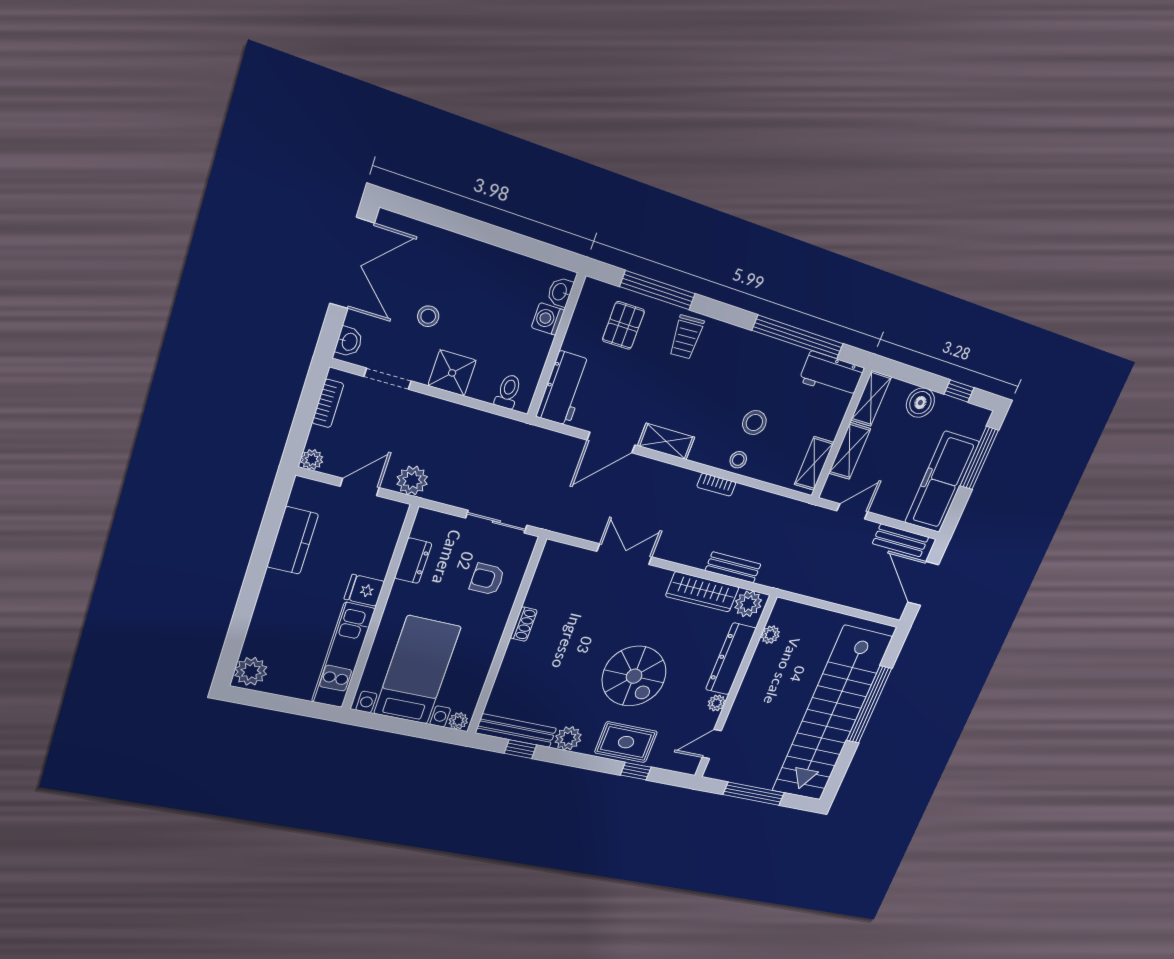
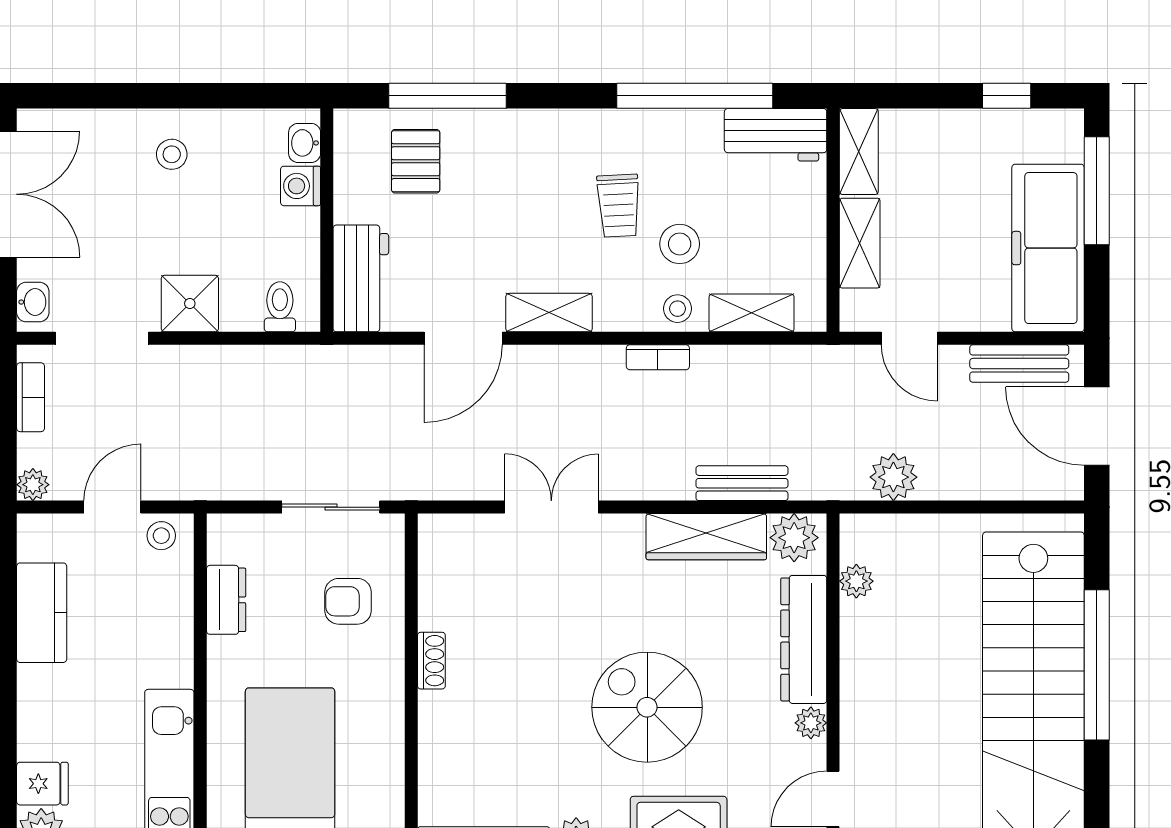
stool: (428, 316) -> (172, 154), moved
trolley: (686, 337) -> (619, 206), moved
doorway: (388, 379) -> (102, 338), width x1.38
boiler: (920, 403) -> (947, 133), removed
shelving: (814, 463) -> (752, 313), moved, turned 90
plant: (412, 480) -> (893, 477), moved
door: (852, 511) -> (909, 338), swing flipped
stool: (385, 512) -> (161, 536), added
fridge: (364, 590) -> (42, 784), moved, turned 180
spiral stairs: (634, 676) -> (647, 707), turned 180

